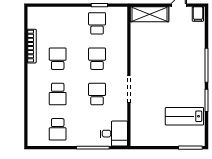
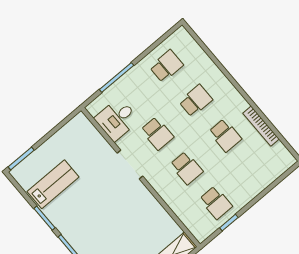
school desk: (58, 94) -> (196, 101), turned 90
school desk: (58, 129) -> (166, 66), turned 90
desk: (114, 134) -> (117, 119), moved

